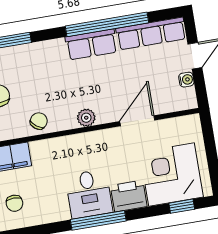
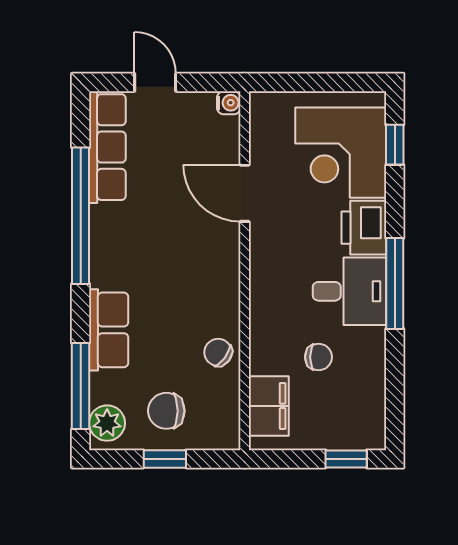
row of seats: (91, 44) -> (109, 330), moved
water cooler: (186, 80) -> (229, 103), moved, turned 90
plant: (86, 118) -> (226, 275), removed
chair: (14, 203) -> (318, 357), moved

